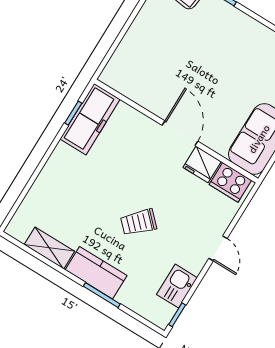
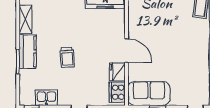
door: (180, 133) -> (127, 51), hinge flipped
trolley: (139, 222) -> (67, 57), turned -140

